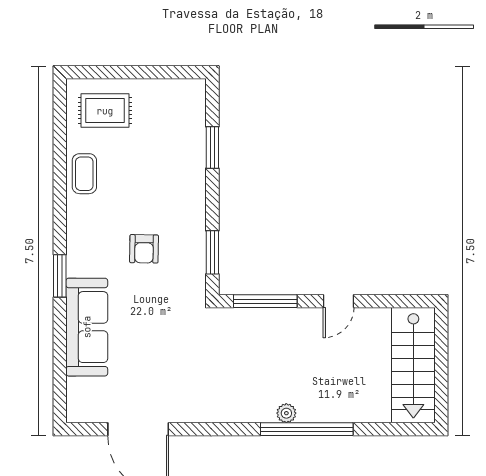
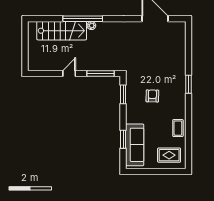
sofa: (87, 327) -> (135, 145), moved, turned 180
stairs: (413, 365) -> (62, 31), moved, turned 90

